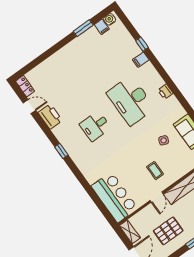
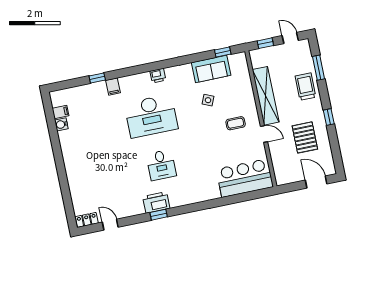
water cooler: (110, 19) -> (61, 124), moved
window: (83, 28) -> (53, 132), removed
door: (30, 107) -> (110, 225), hinge flipped
printer: (50, 116) -> (156, 202), moved
window: (61, 151) -> (159, 215), moved
shelving: (130, 232) -> (288, 178), removed

